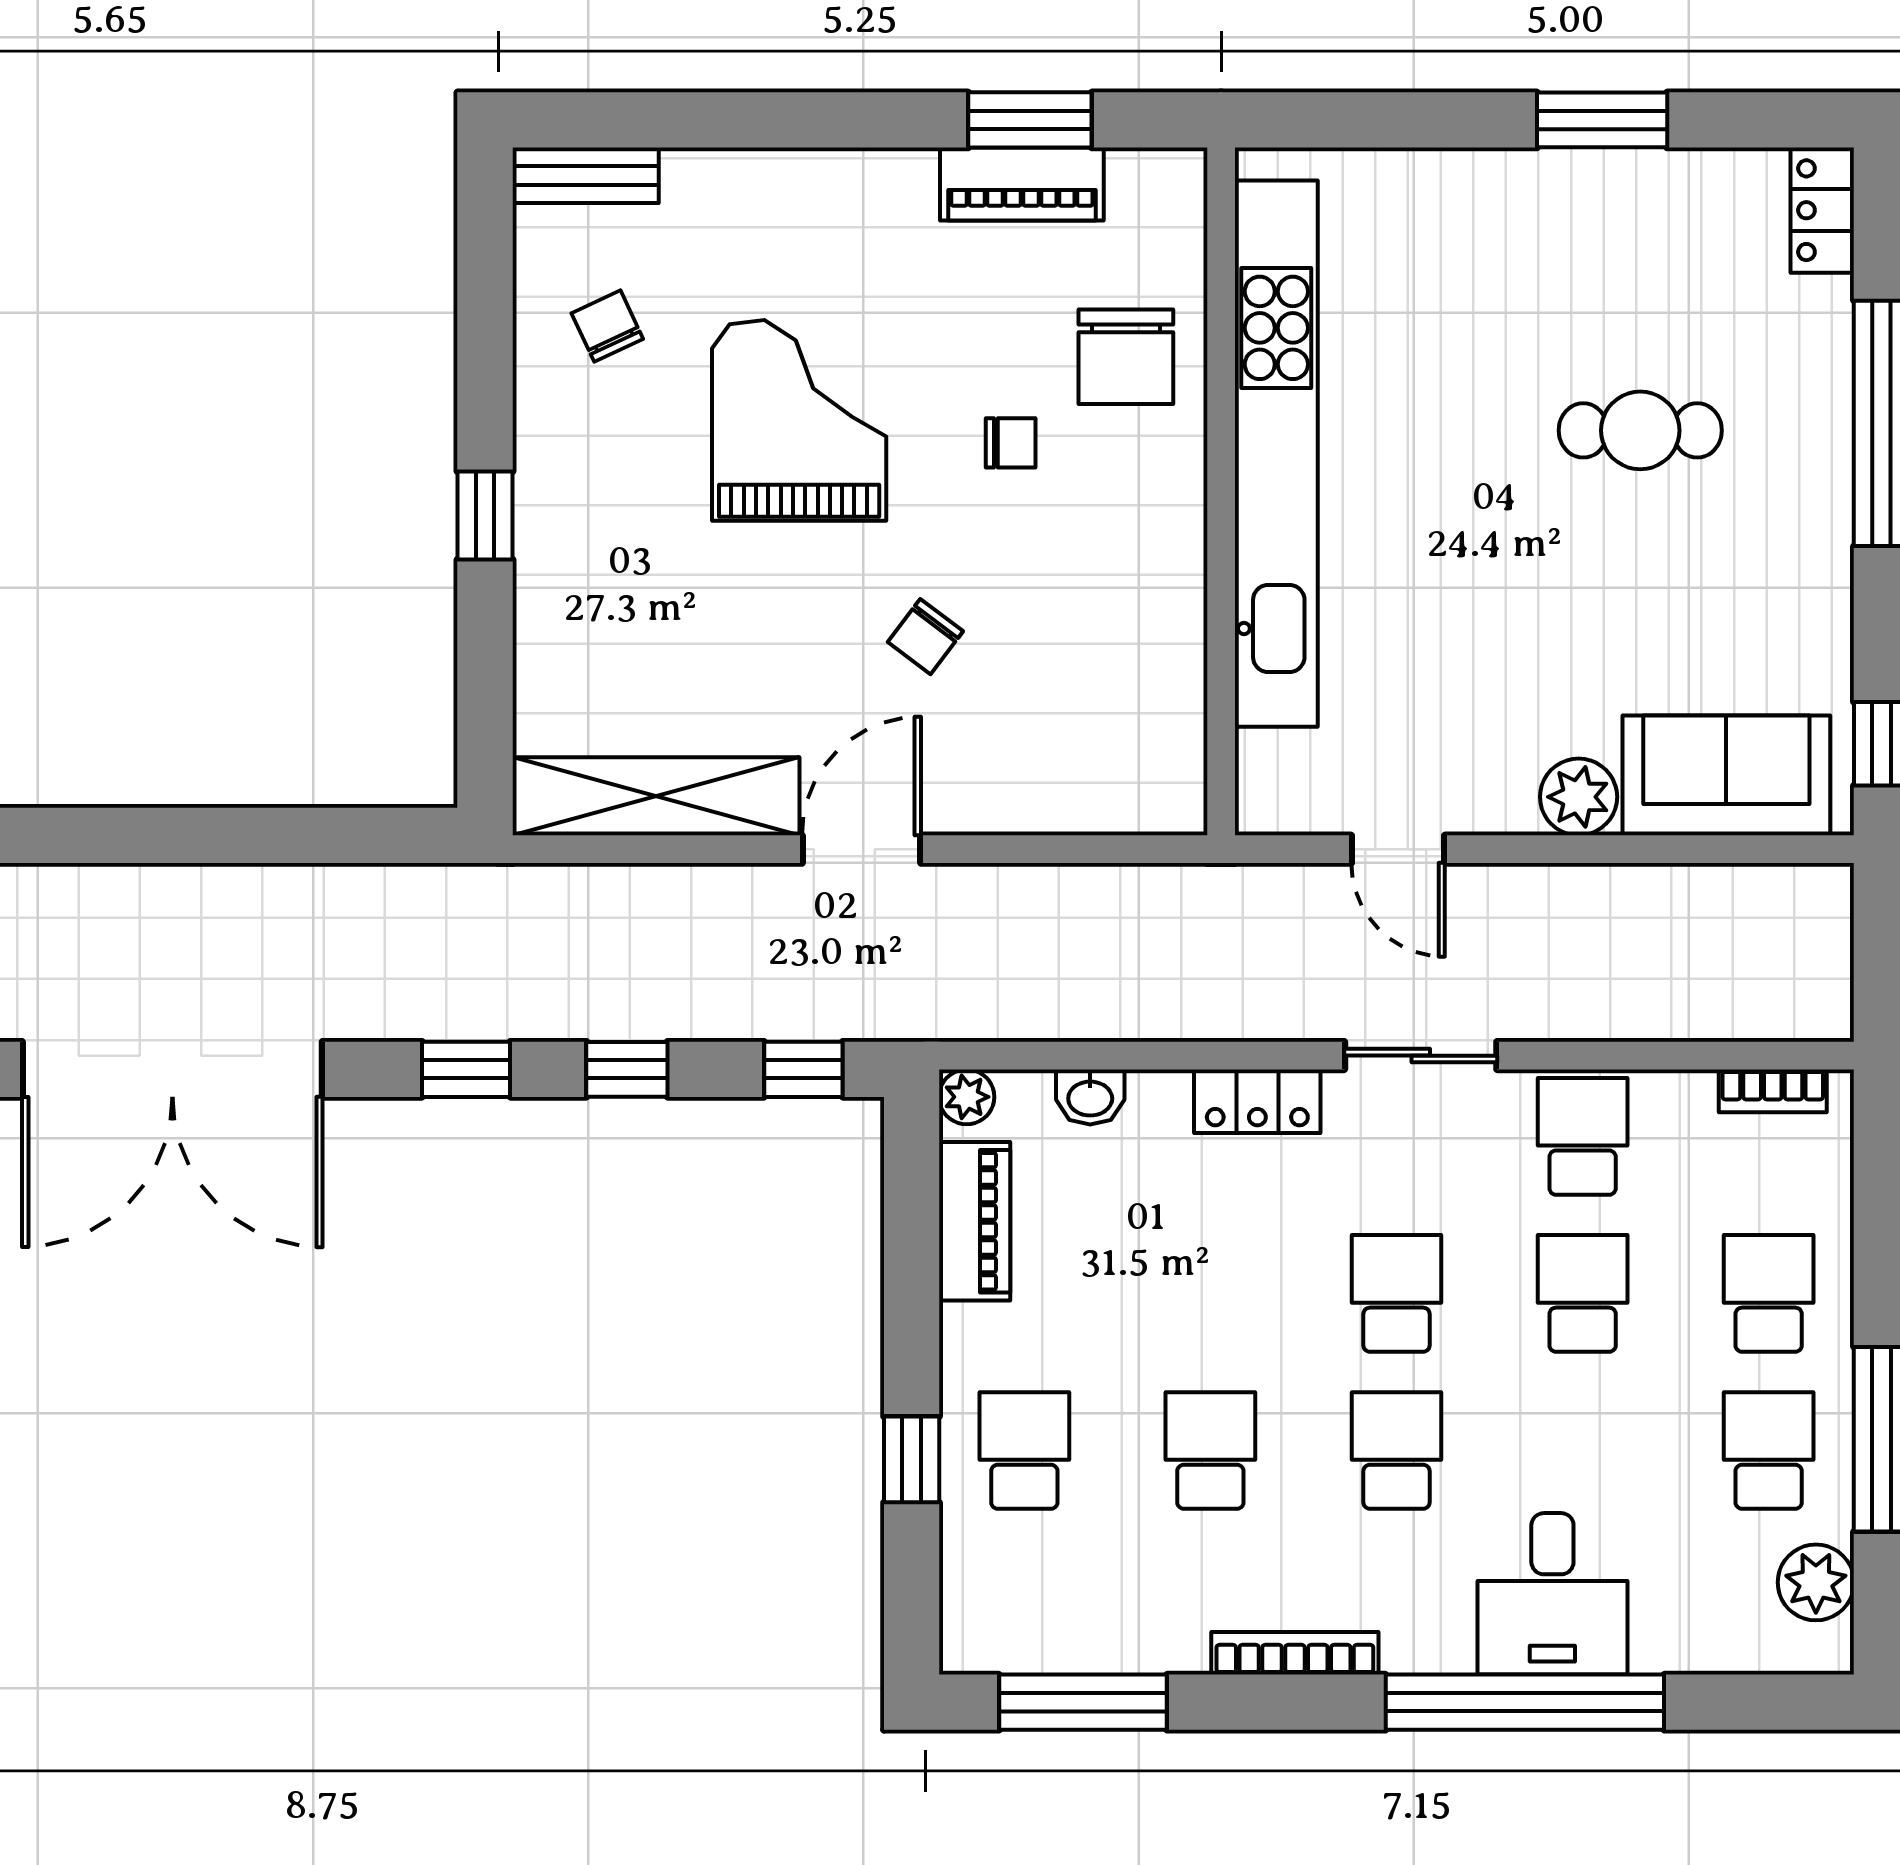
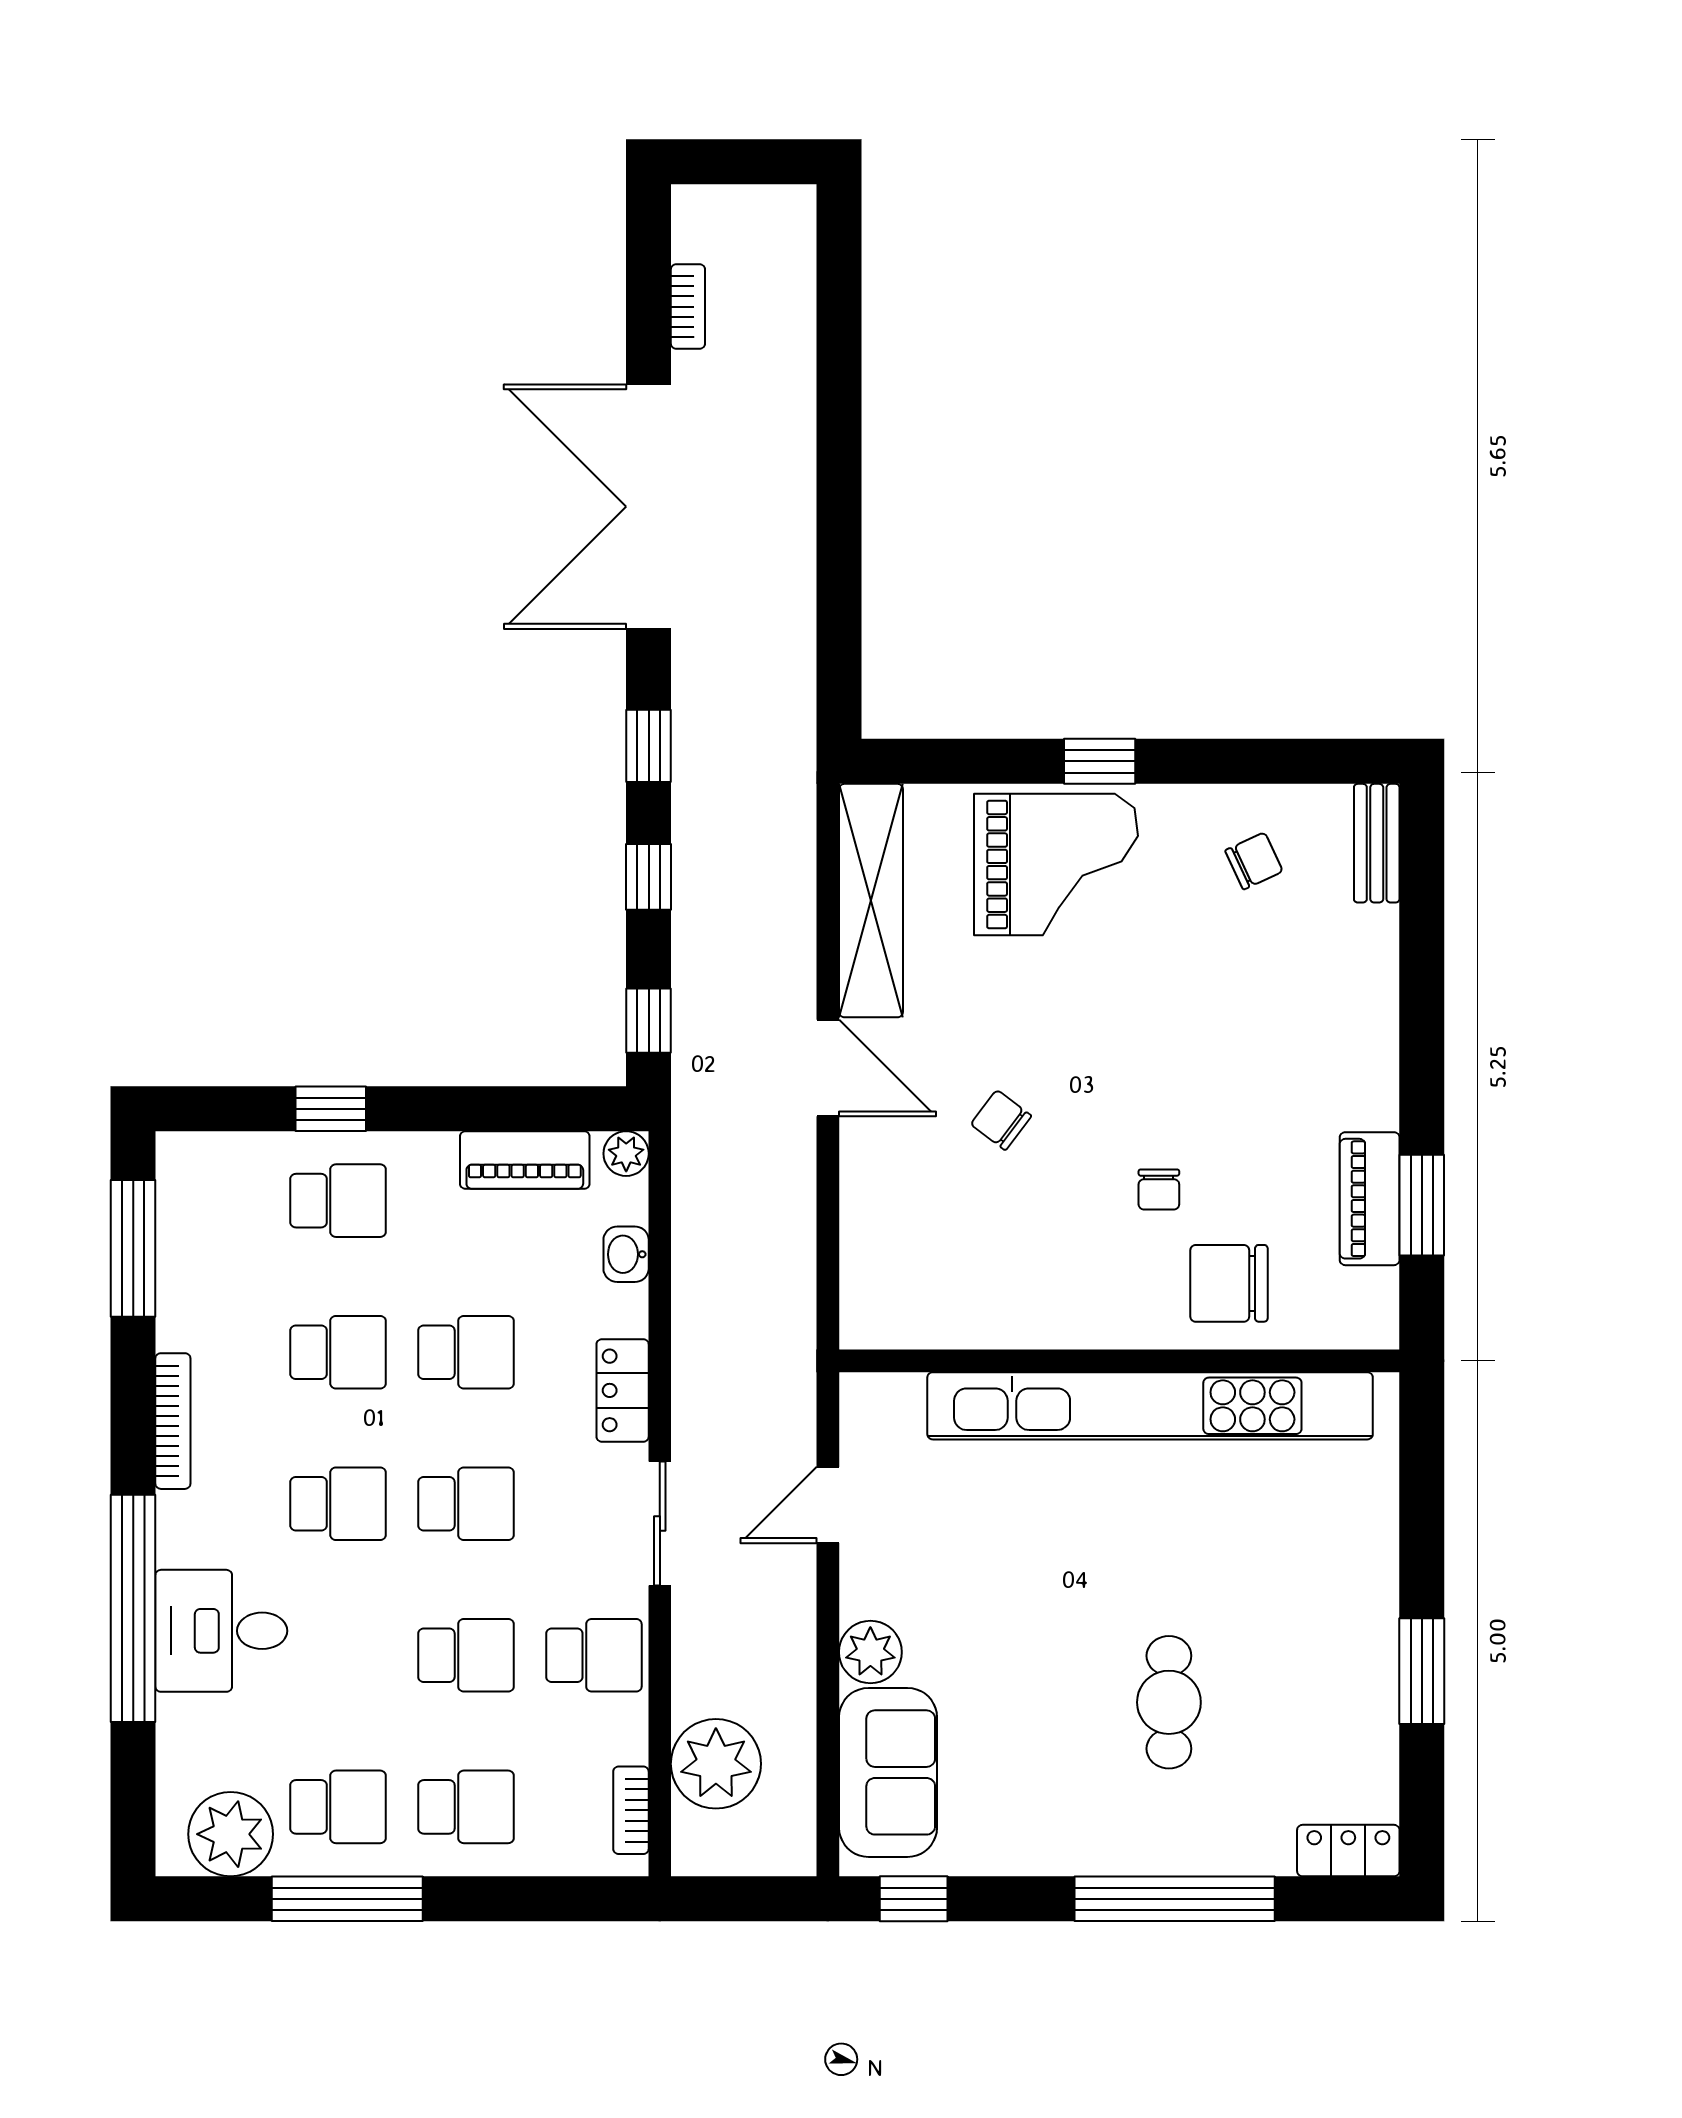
grand piano: (799, 420) -> (1056, 864), moved
plant: (1716, 987) -> (716, 1764), added
school desk: (1210, 1293) -> (466, 1352), added
plant: (1816, 1582) -> (231, 1834), width x1.36, depth x1.36

